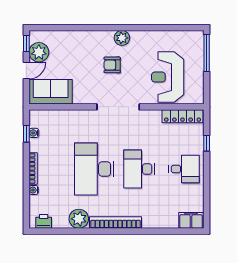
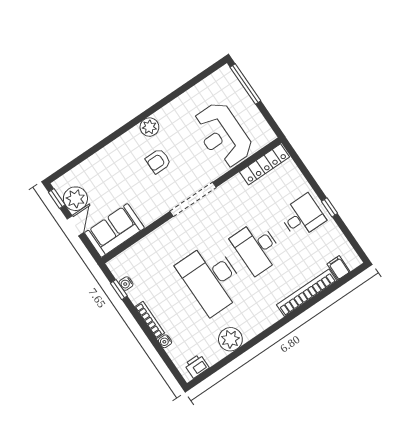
window: (207, 143) -> (330, 207), moved
filing cabinet: (191, 220) -> (339, 268), width x0.50
bookcase: (116, 223) -> (307, 293), moved

